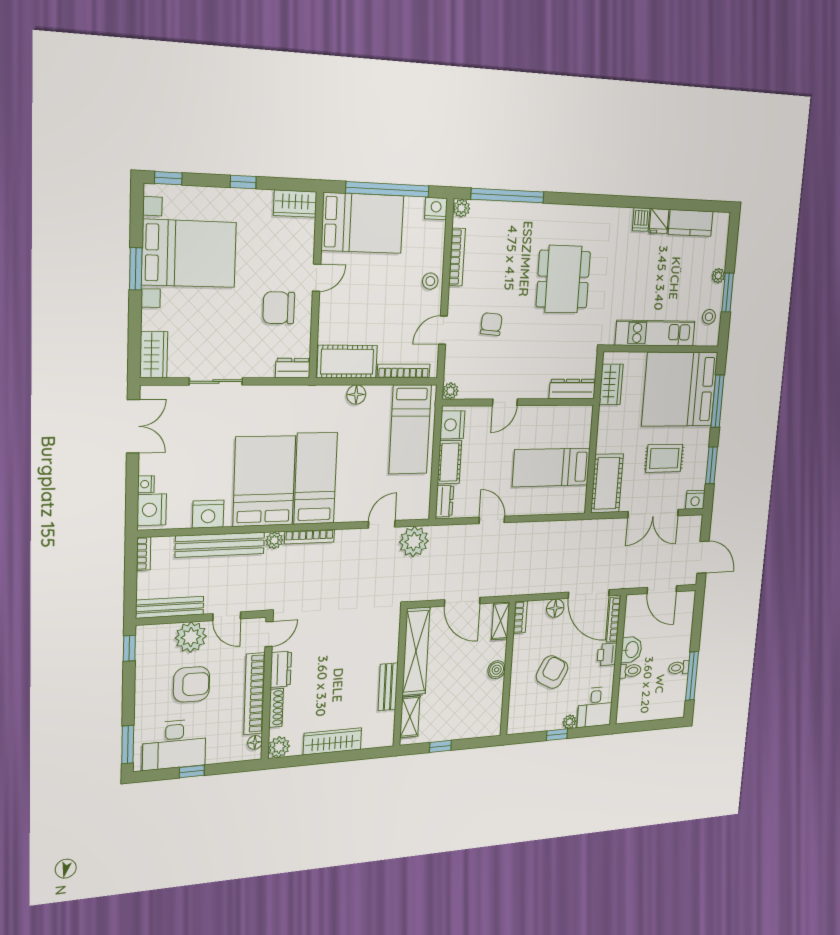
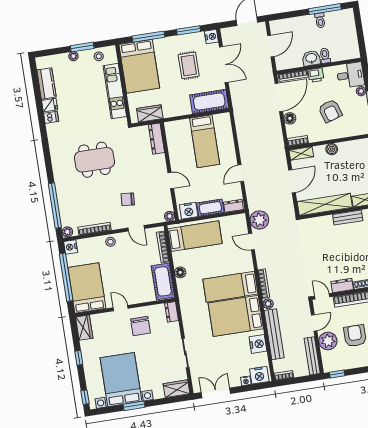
bed: (680, 389) -> (139, 66), width x0.73
armchair: (552, 672) -> (330, 111), turned -136

